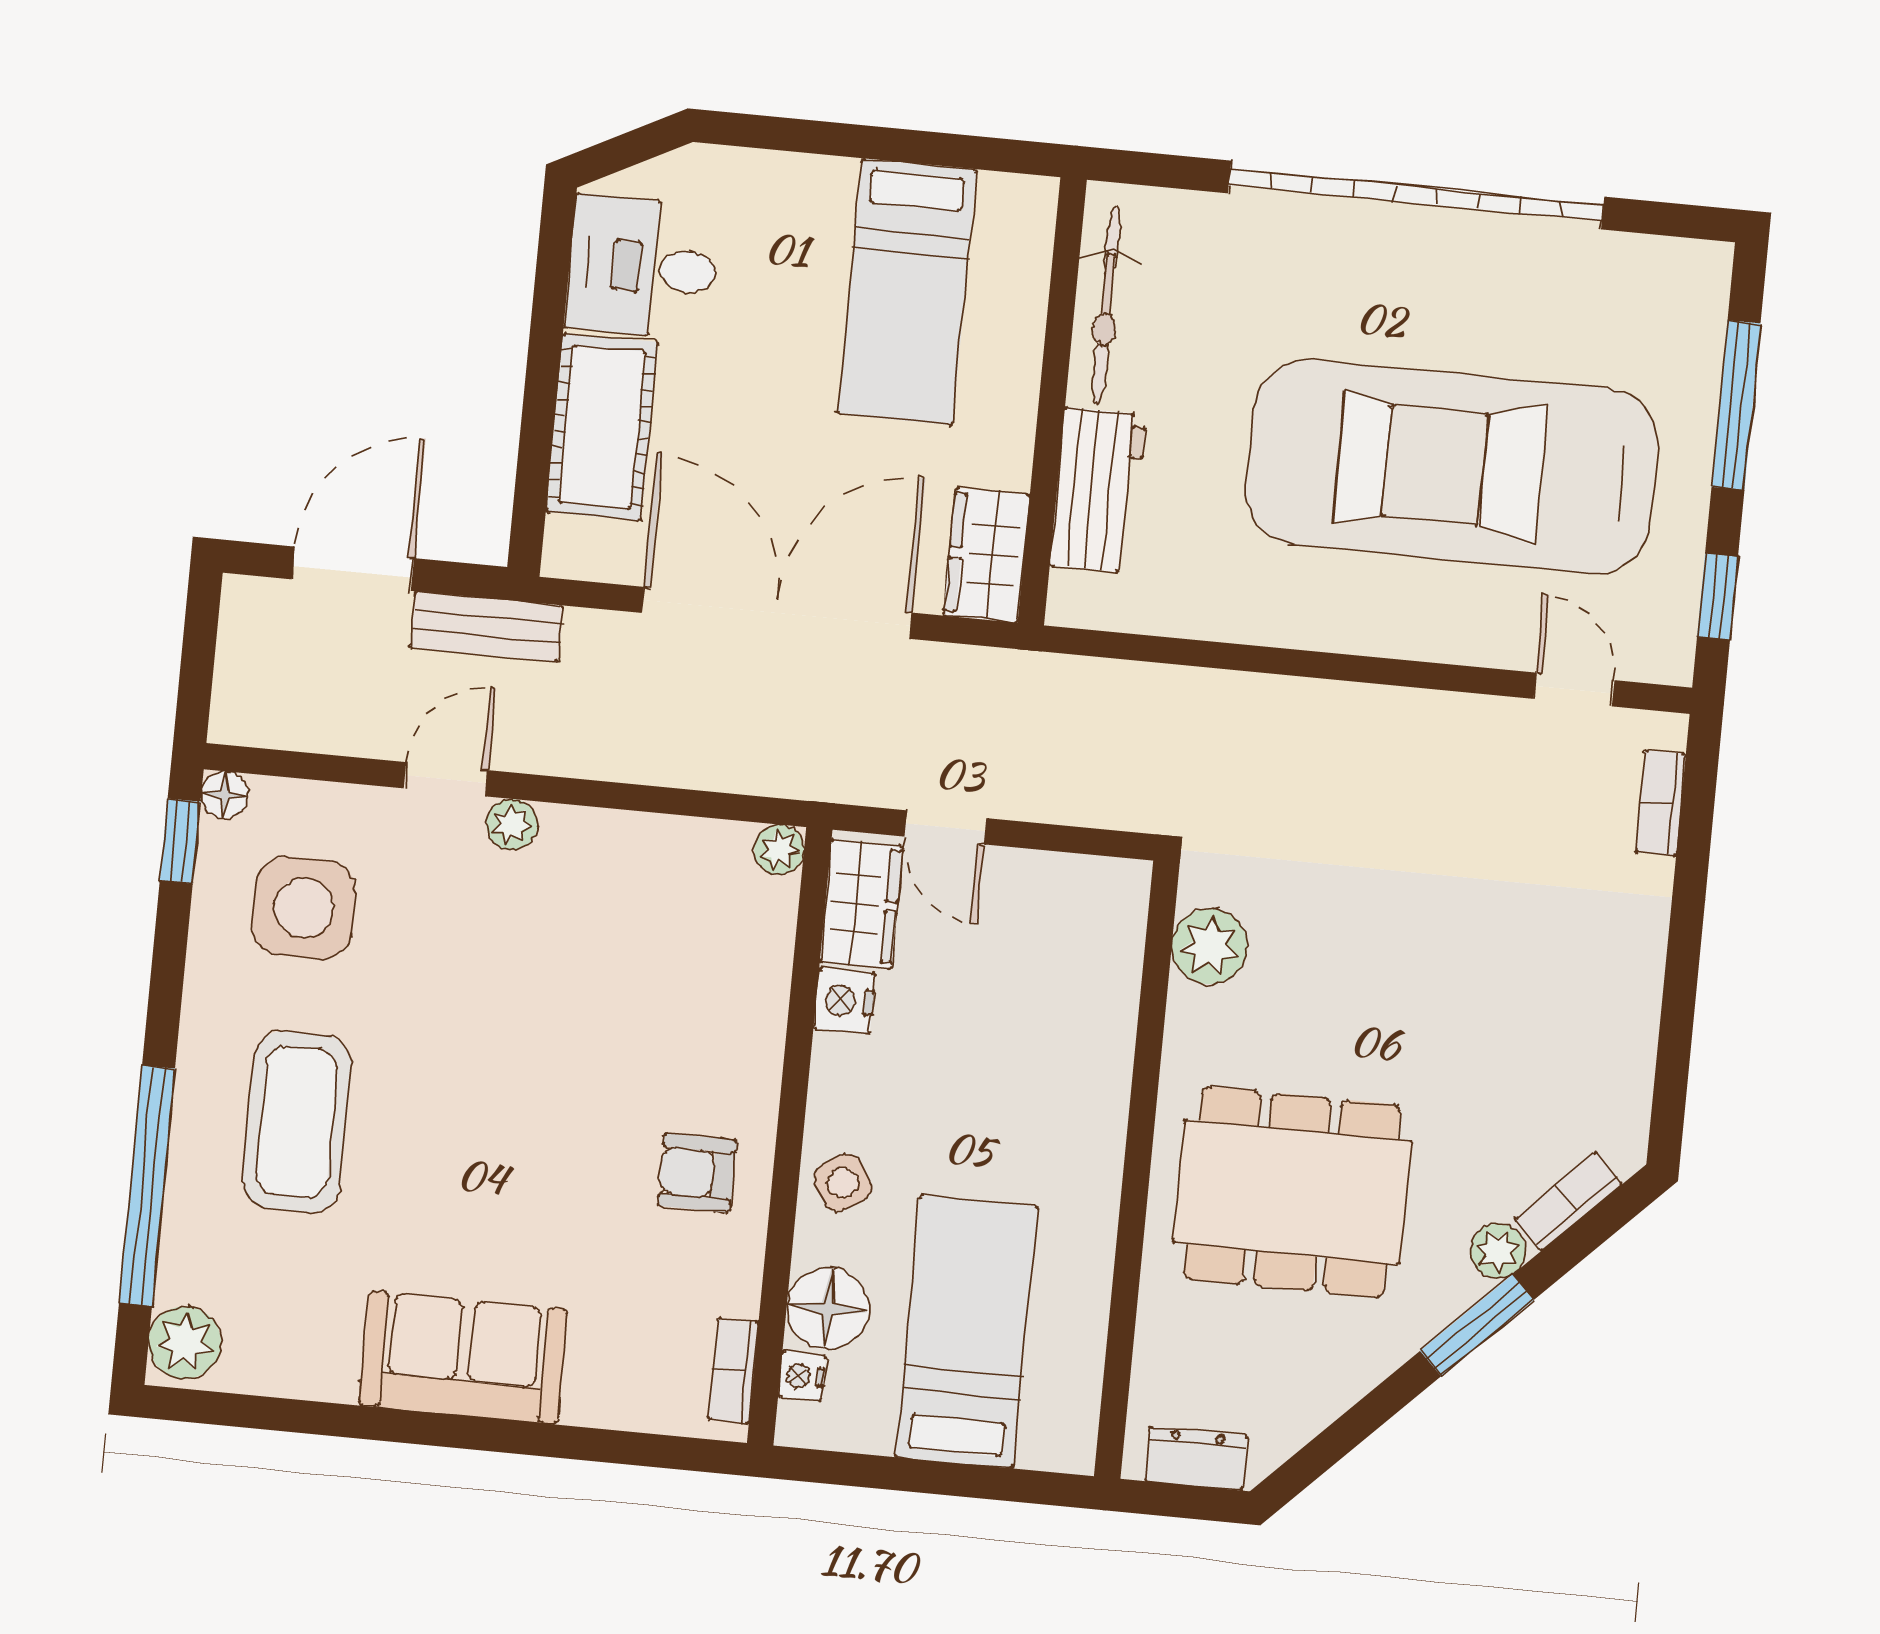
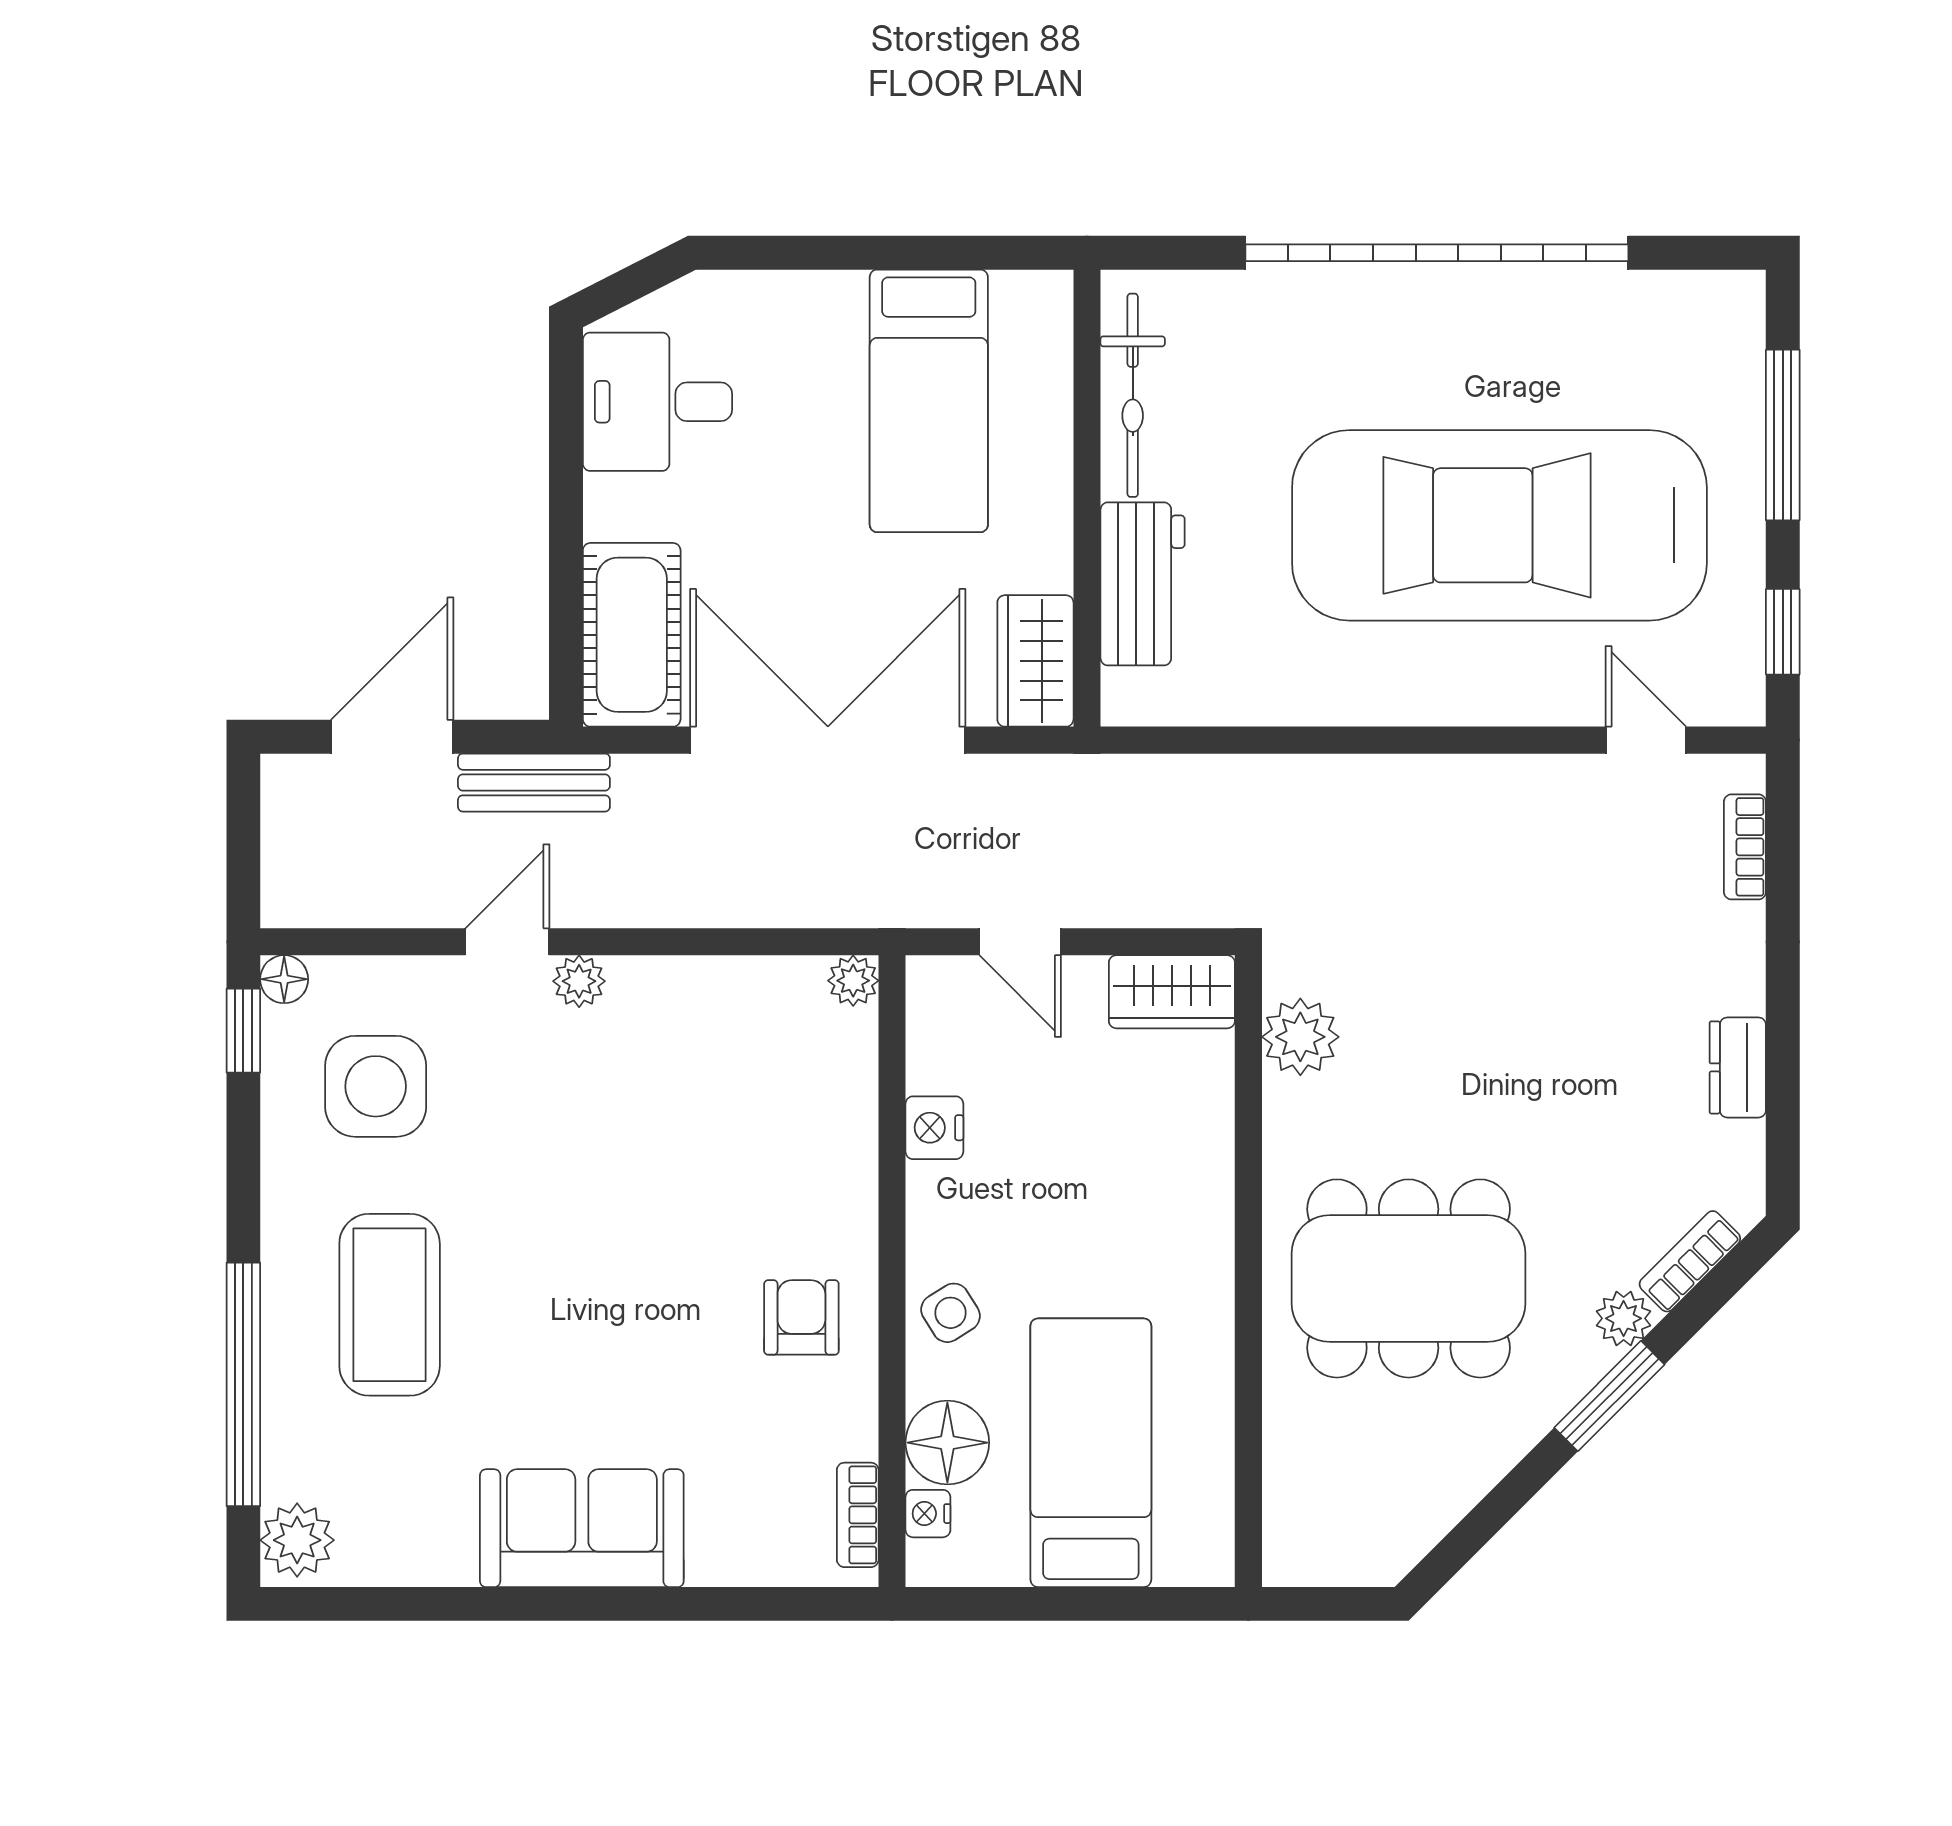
cot: (602, 427) -> (632, 635), moved
wardrobe: (861, 904) -> (1172, 992), moved, turned 90
armchair: (697, 1173) -> (801, 1317), turned 90
dresser: (1196, 1458) -> (1738, 1067), moved, turned -90

